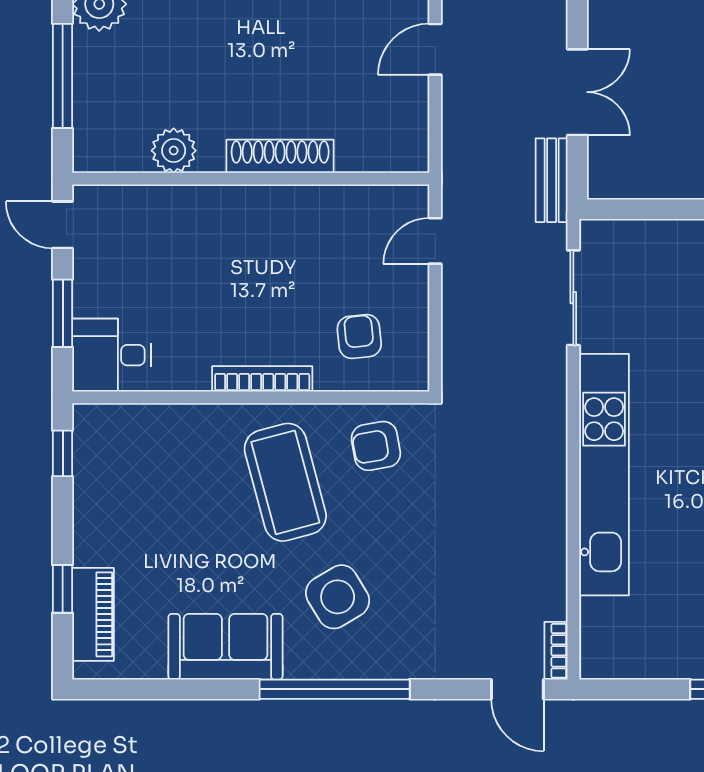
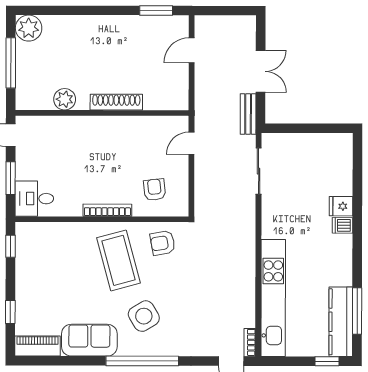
kitchen unit: (604, 475) -> (273, 298), moved
piano: (93, 614) -> (38, 346), moved, turned -90

